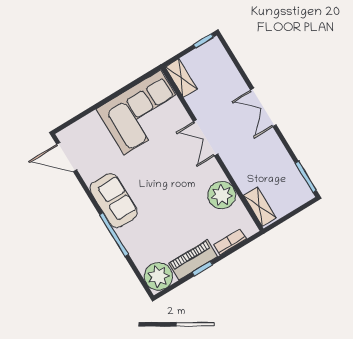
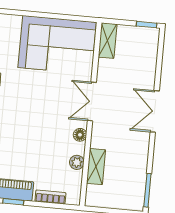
floor lamp: (216, 173) -> (80, 135), added
plant: (222, 195) -> (77, 162), width x0.53, depth x0.53
shelving: (260, 207) -> (96, 167), moved

